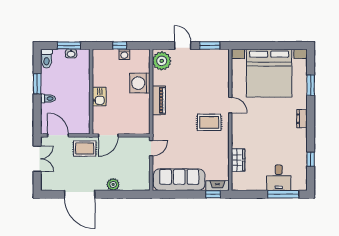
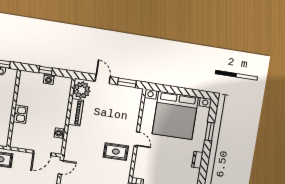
washing machine: (140, 83) -> (60, 133), moved, width x0.53, depth x0.53
piano: (159, 100) -> (76, 112), moved
door: (108, 135) -> (42, 153), moved

